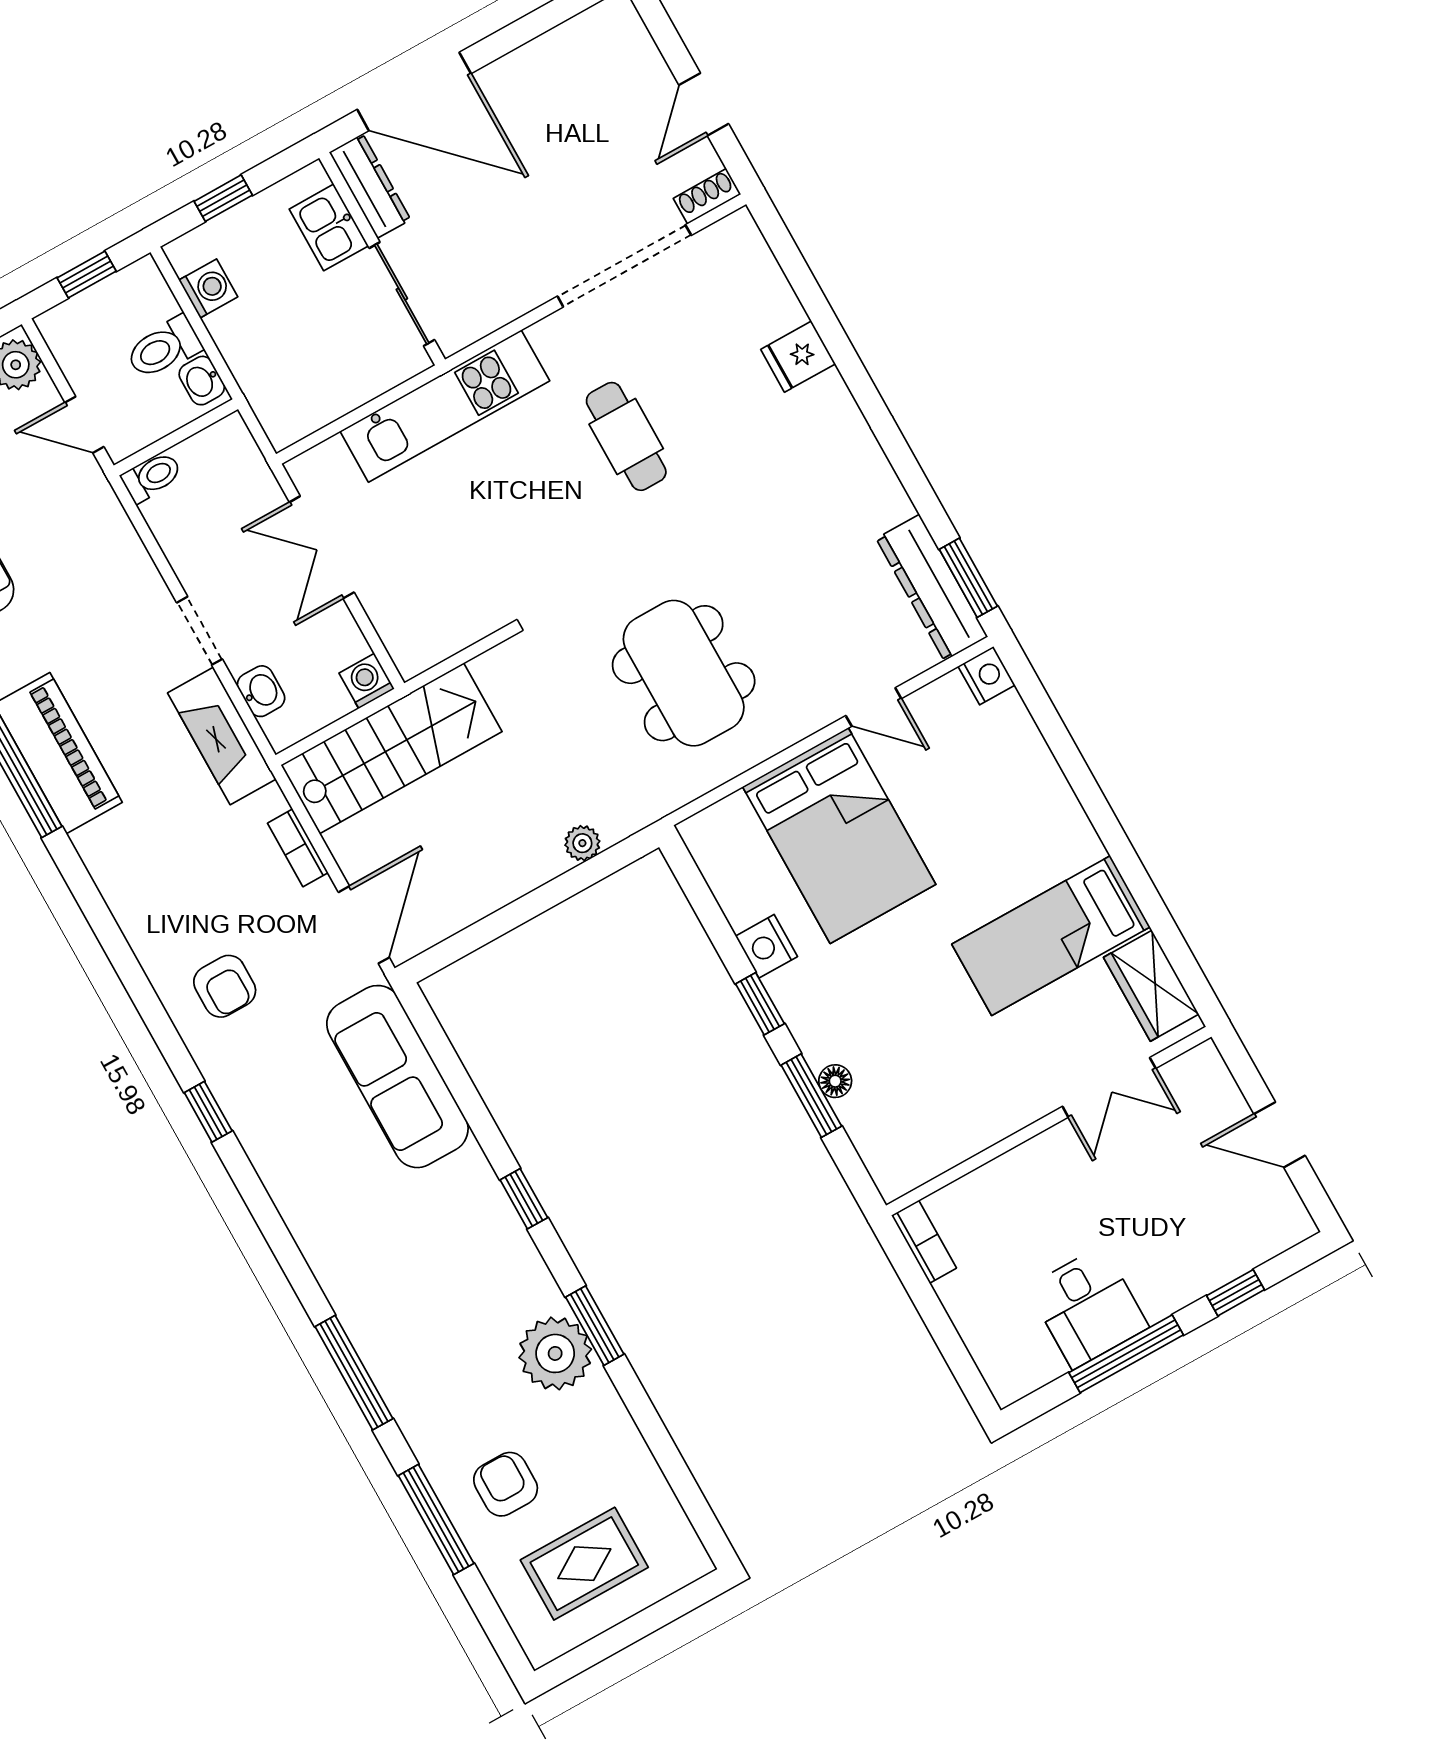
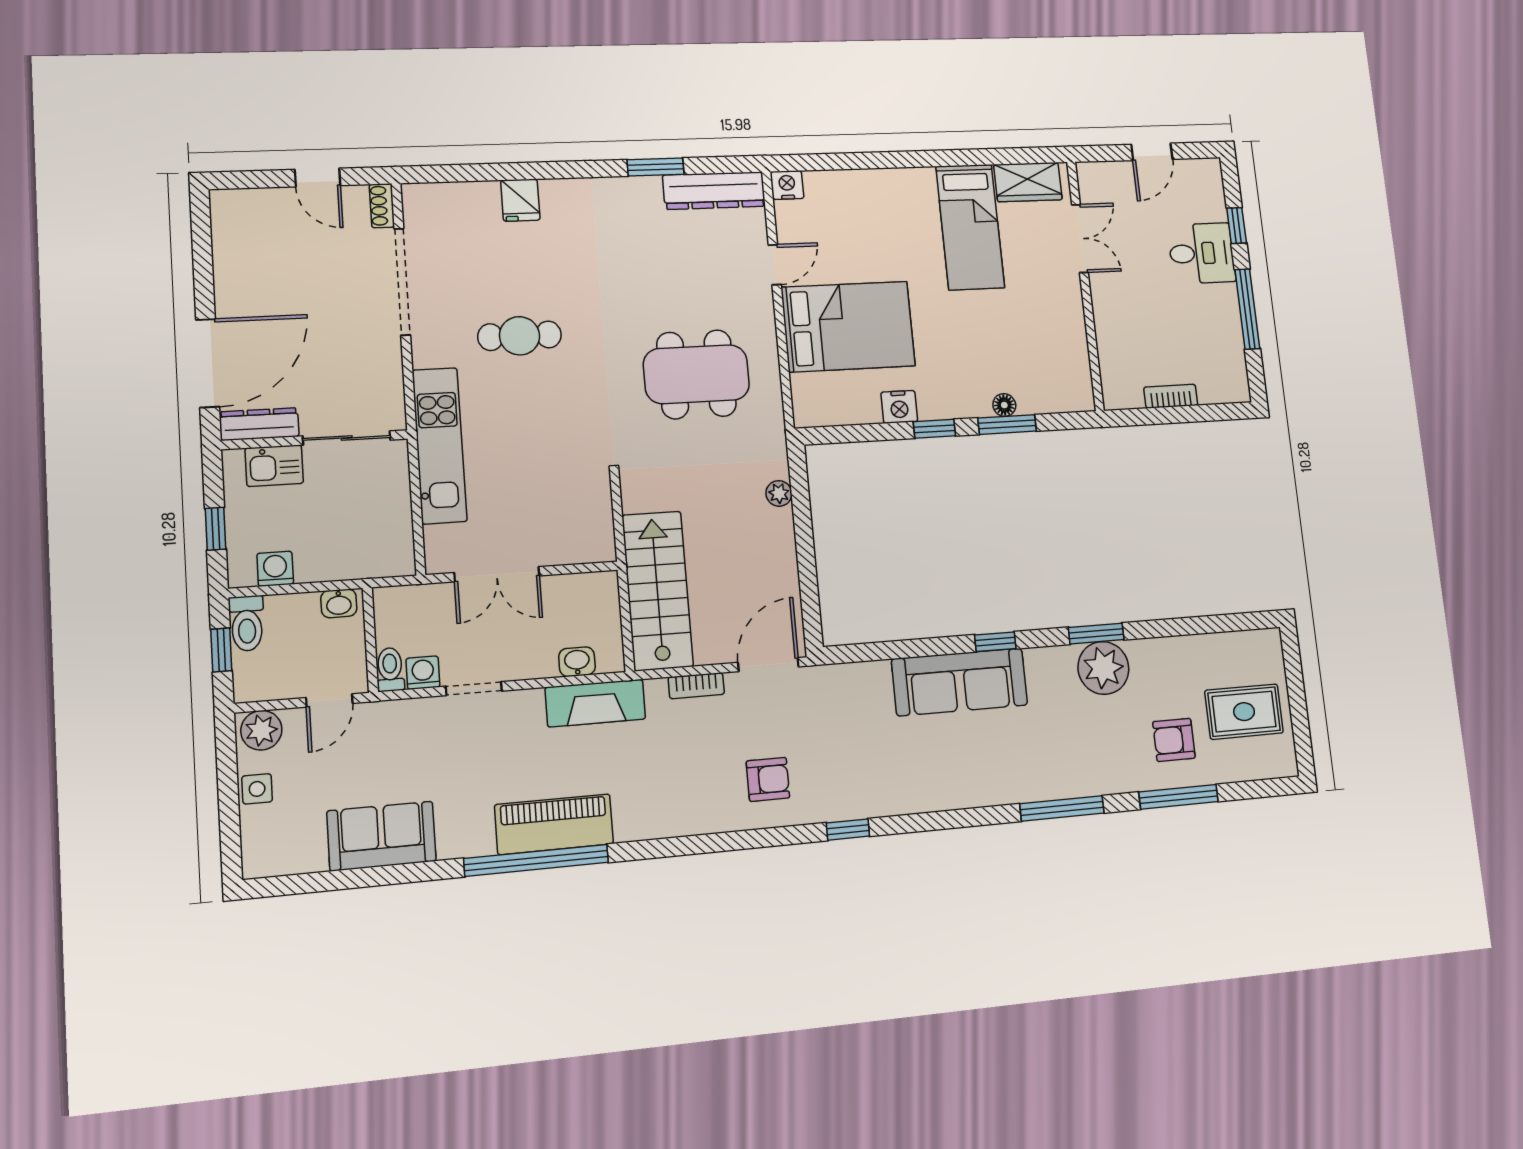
toilet: (164, 348) -> (247, 623), moved
window: (968, 578) -> (655, 167), moved
doorway: (200, 631) -> (474, 689), moved
washing machine: (367, 681) -> (423, 673), moved, turned 90
door: (364, 925) -> (768, 665), hinge flipped
sofa: (397, 1077) -> (960, 682), moved
bookcase: (924, 1242) -> (1171, 396), moved
desk: (1088, 1307) -> (1202, 253), moved
rug: (584, 1564) -> (1244, 712), turned 90

